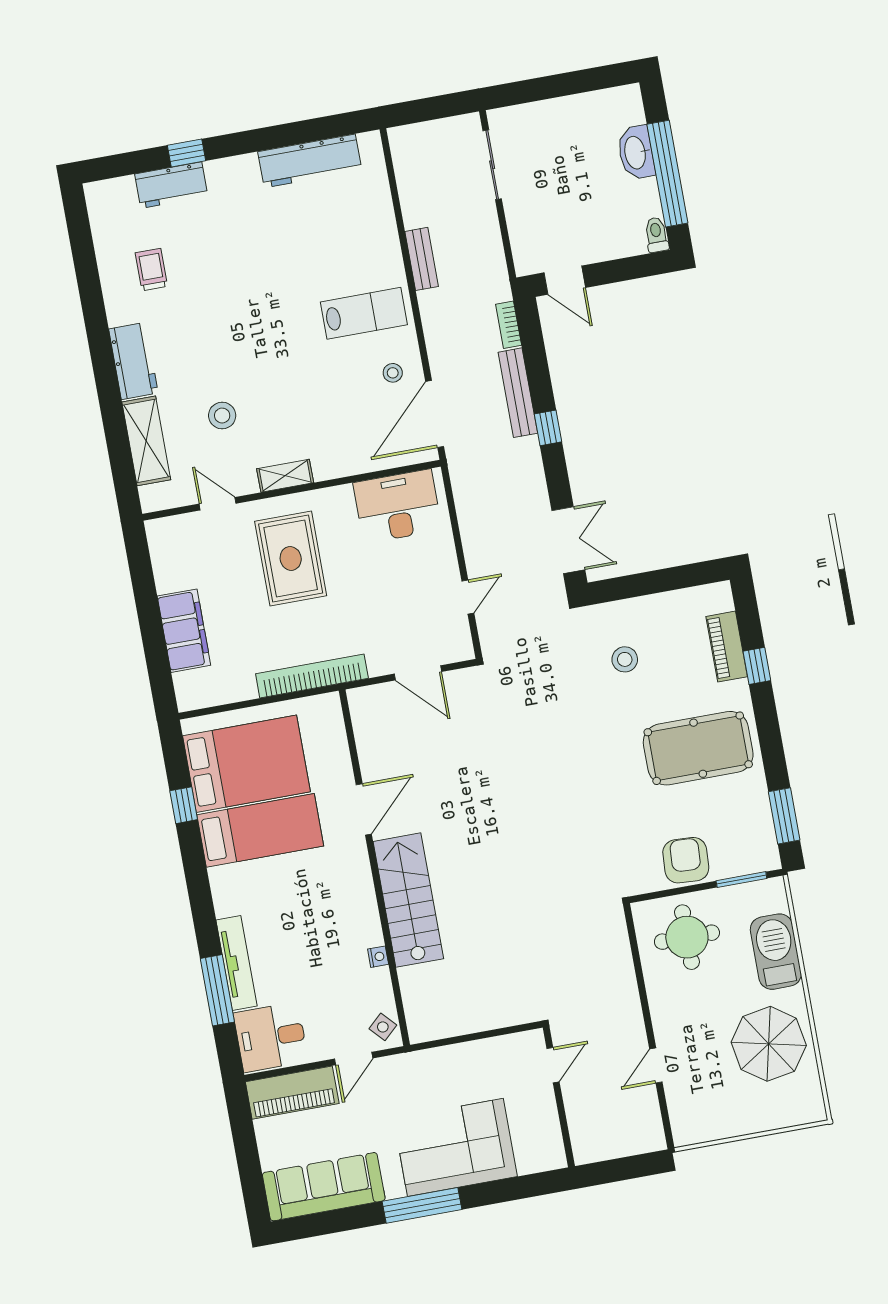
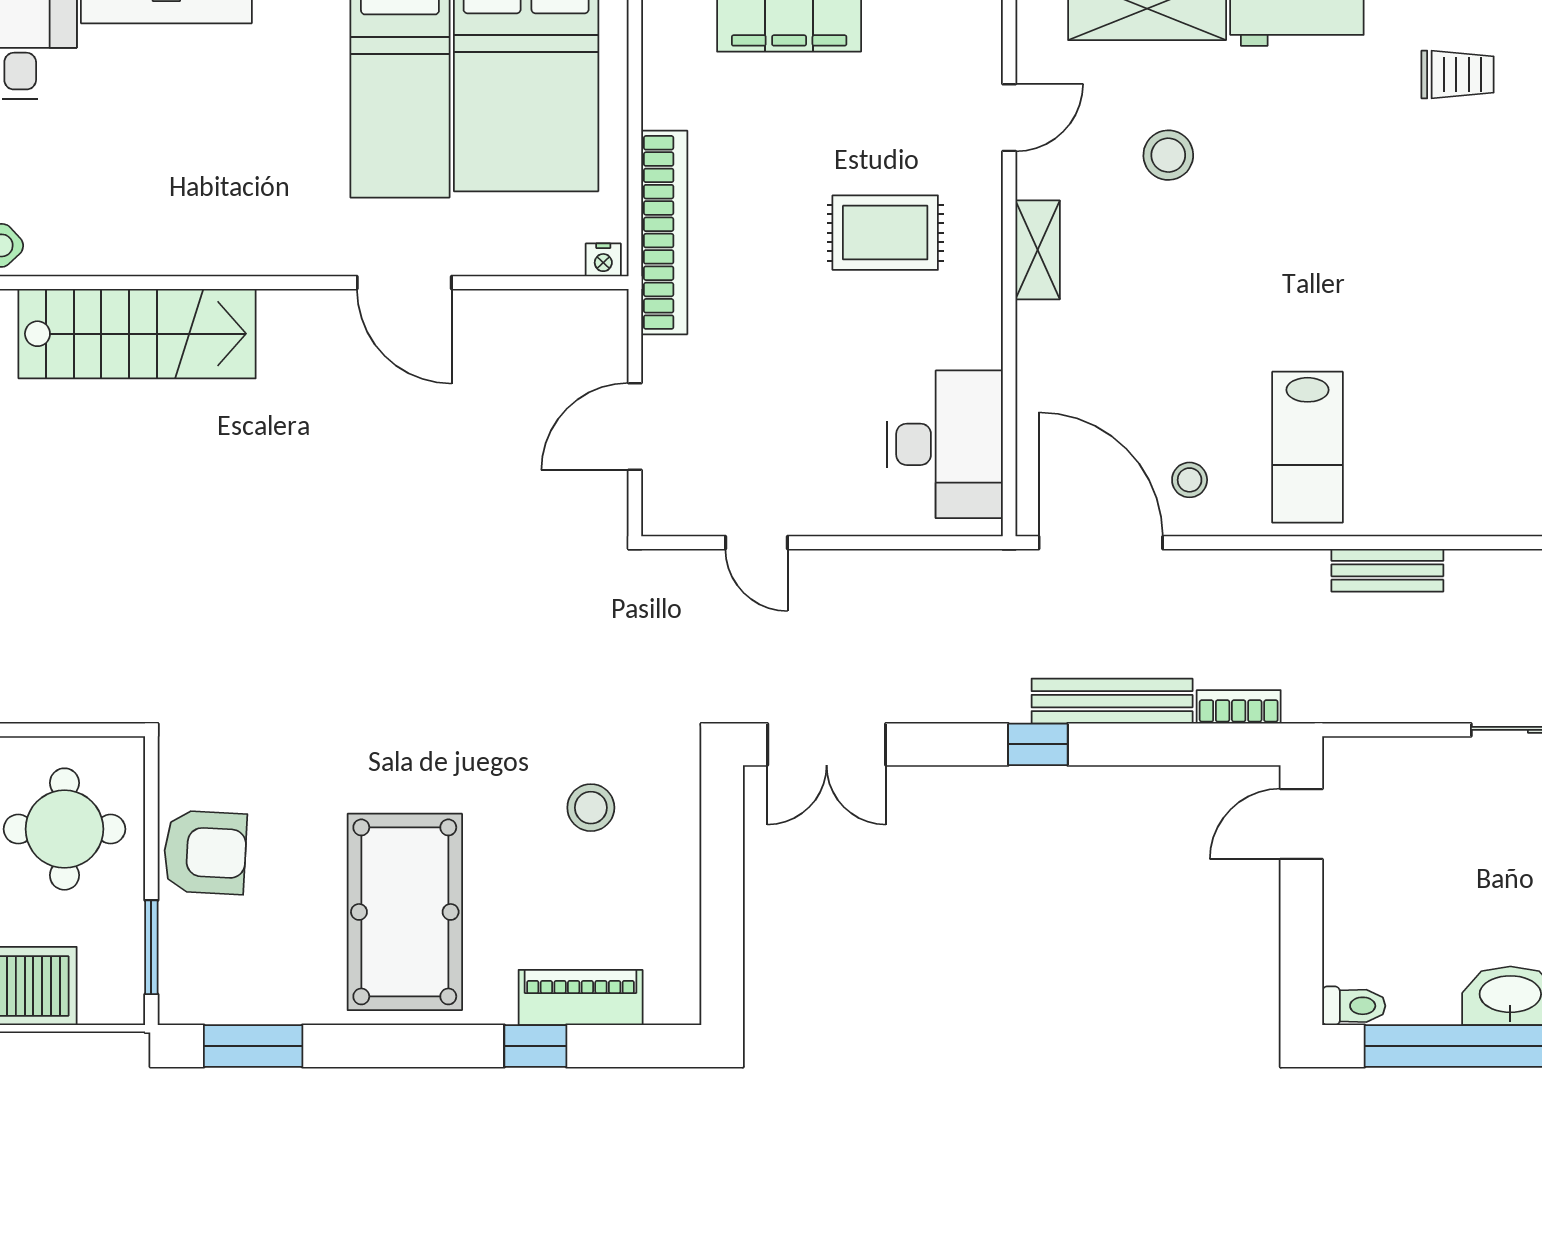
rug: (291, 558) -> (885, 233), width x0.73, depth x0.70
stairs: (408, 900) -> (137, 334), moved
nightstand: (378, 957) -> (603, 260), moved

